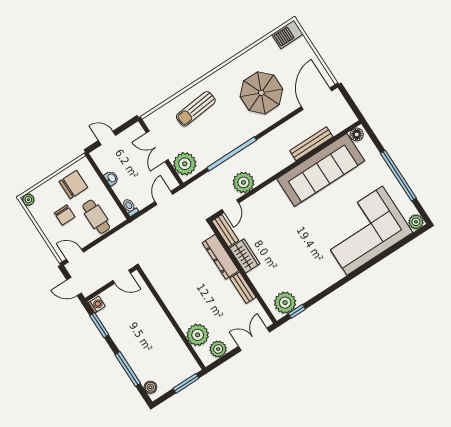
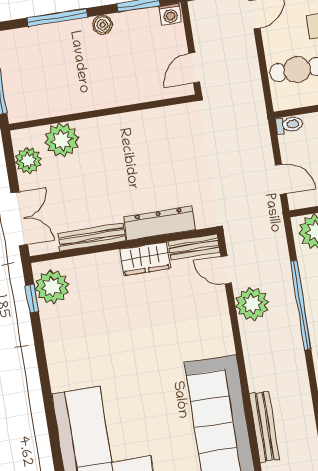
bench: (243, 288) -> (92, 237), width x1.36
boiler: (150, 387) -> (102, 25), moved

